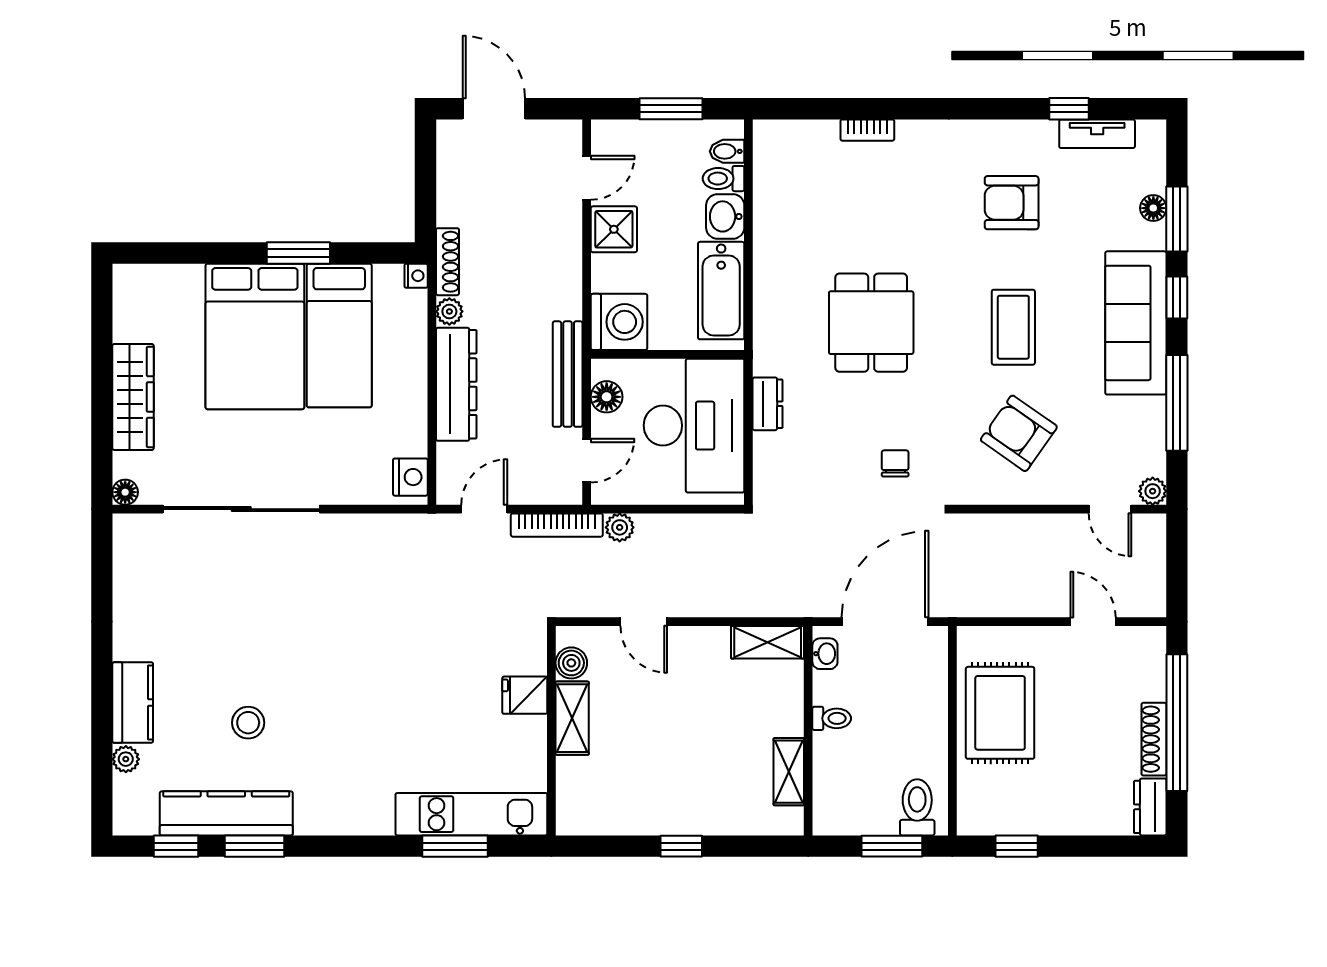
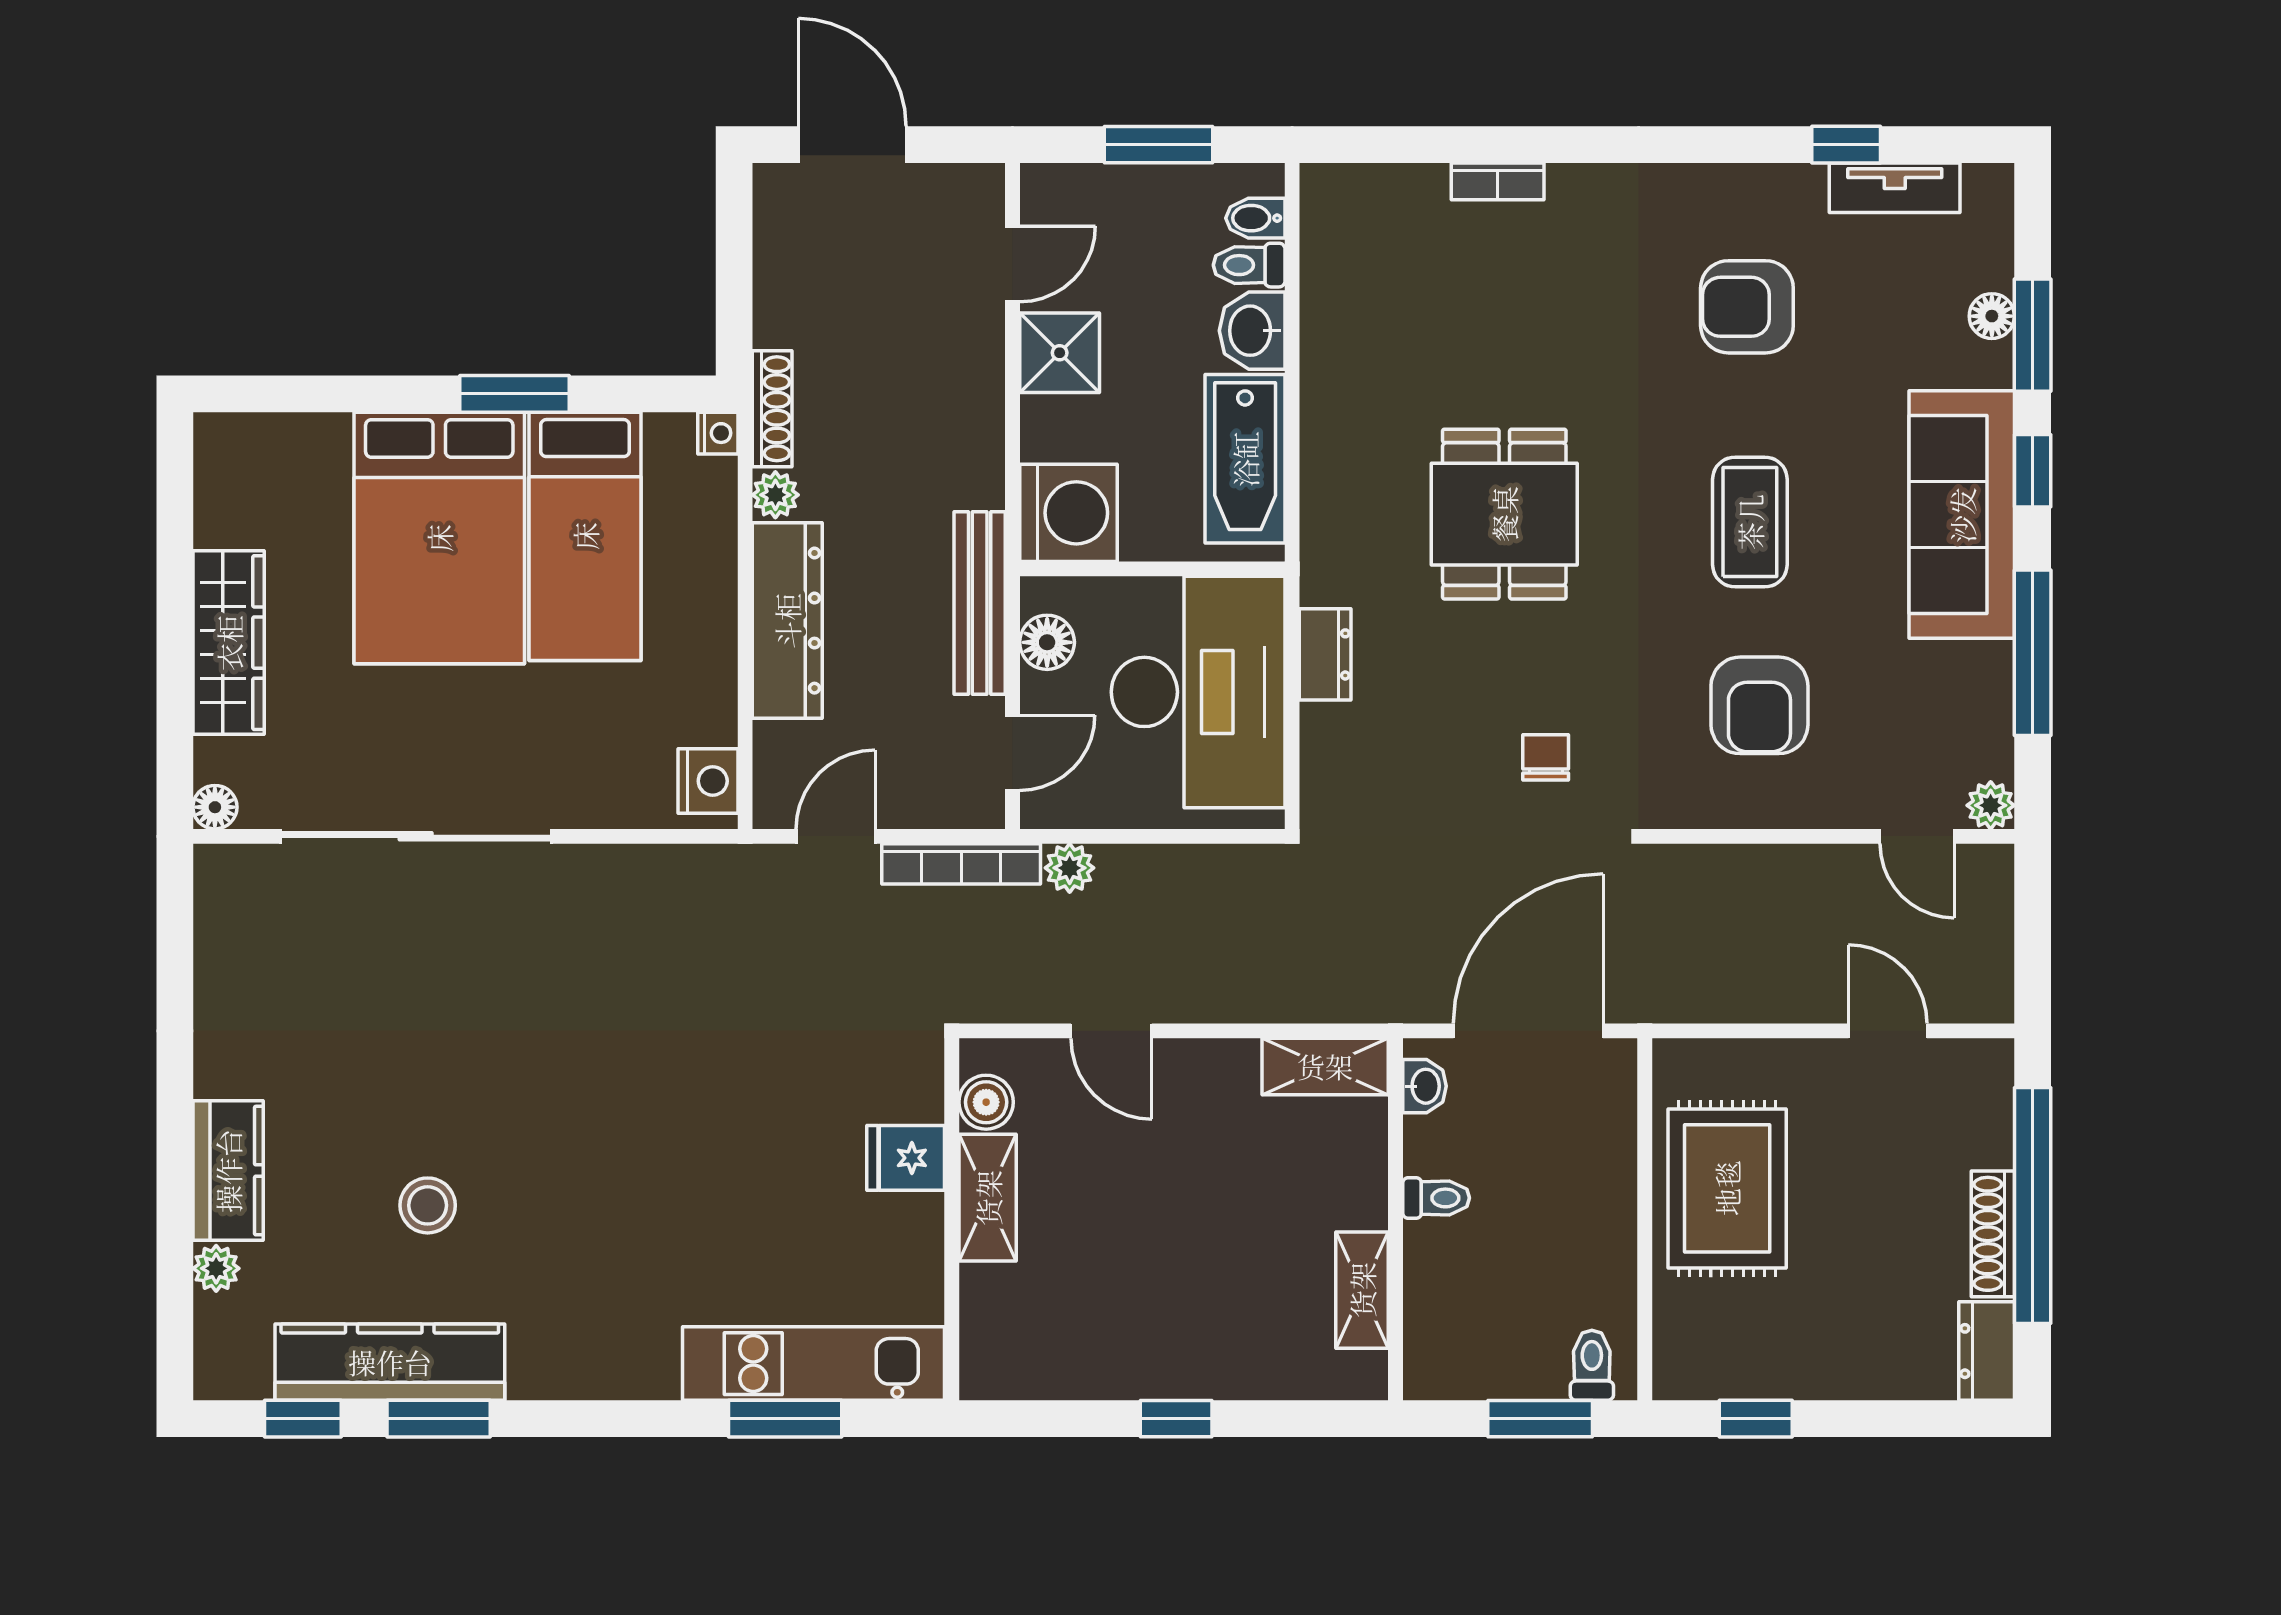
armchair: (1019, 433) -> (1759, 705), turned -125
toilet: (917, 807) -> (1592, 1365), width x0.73, depth x0.72

